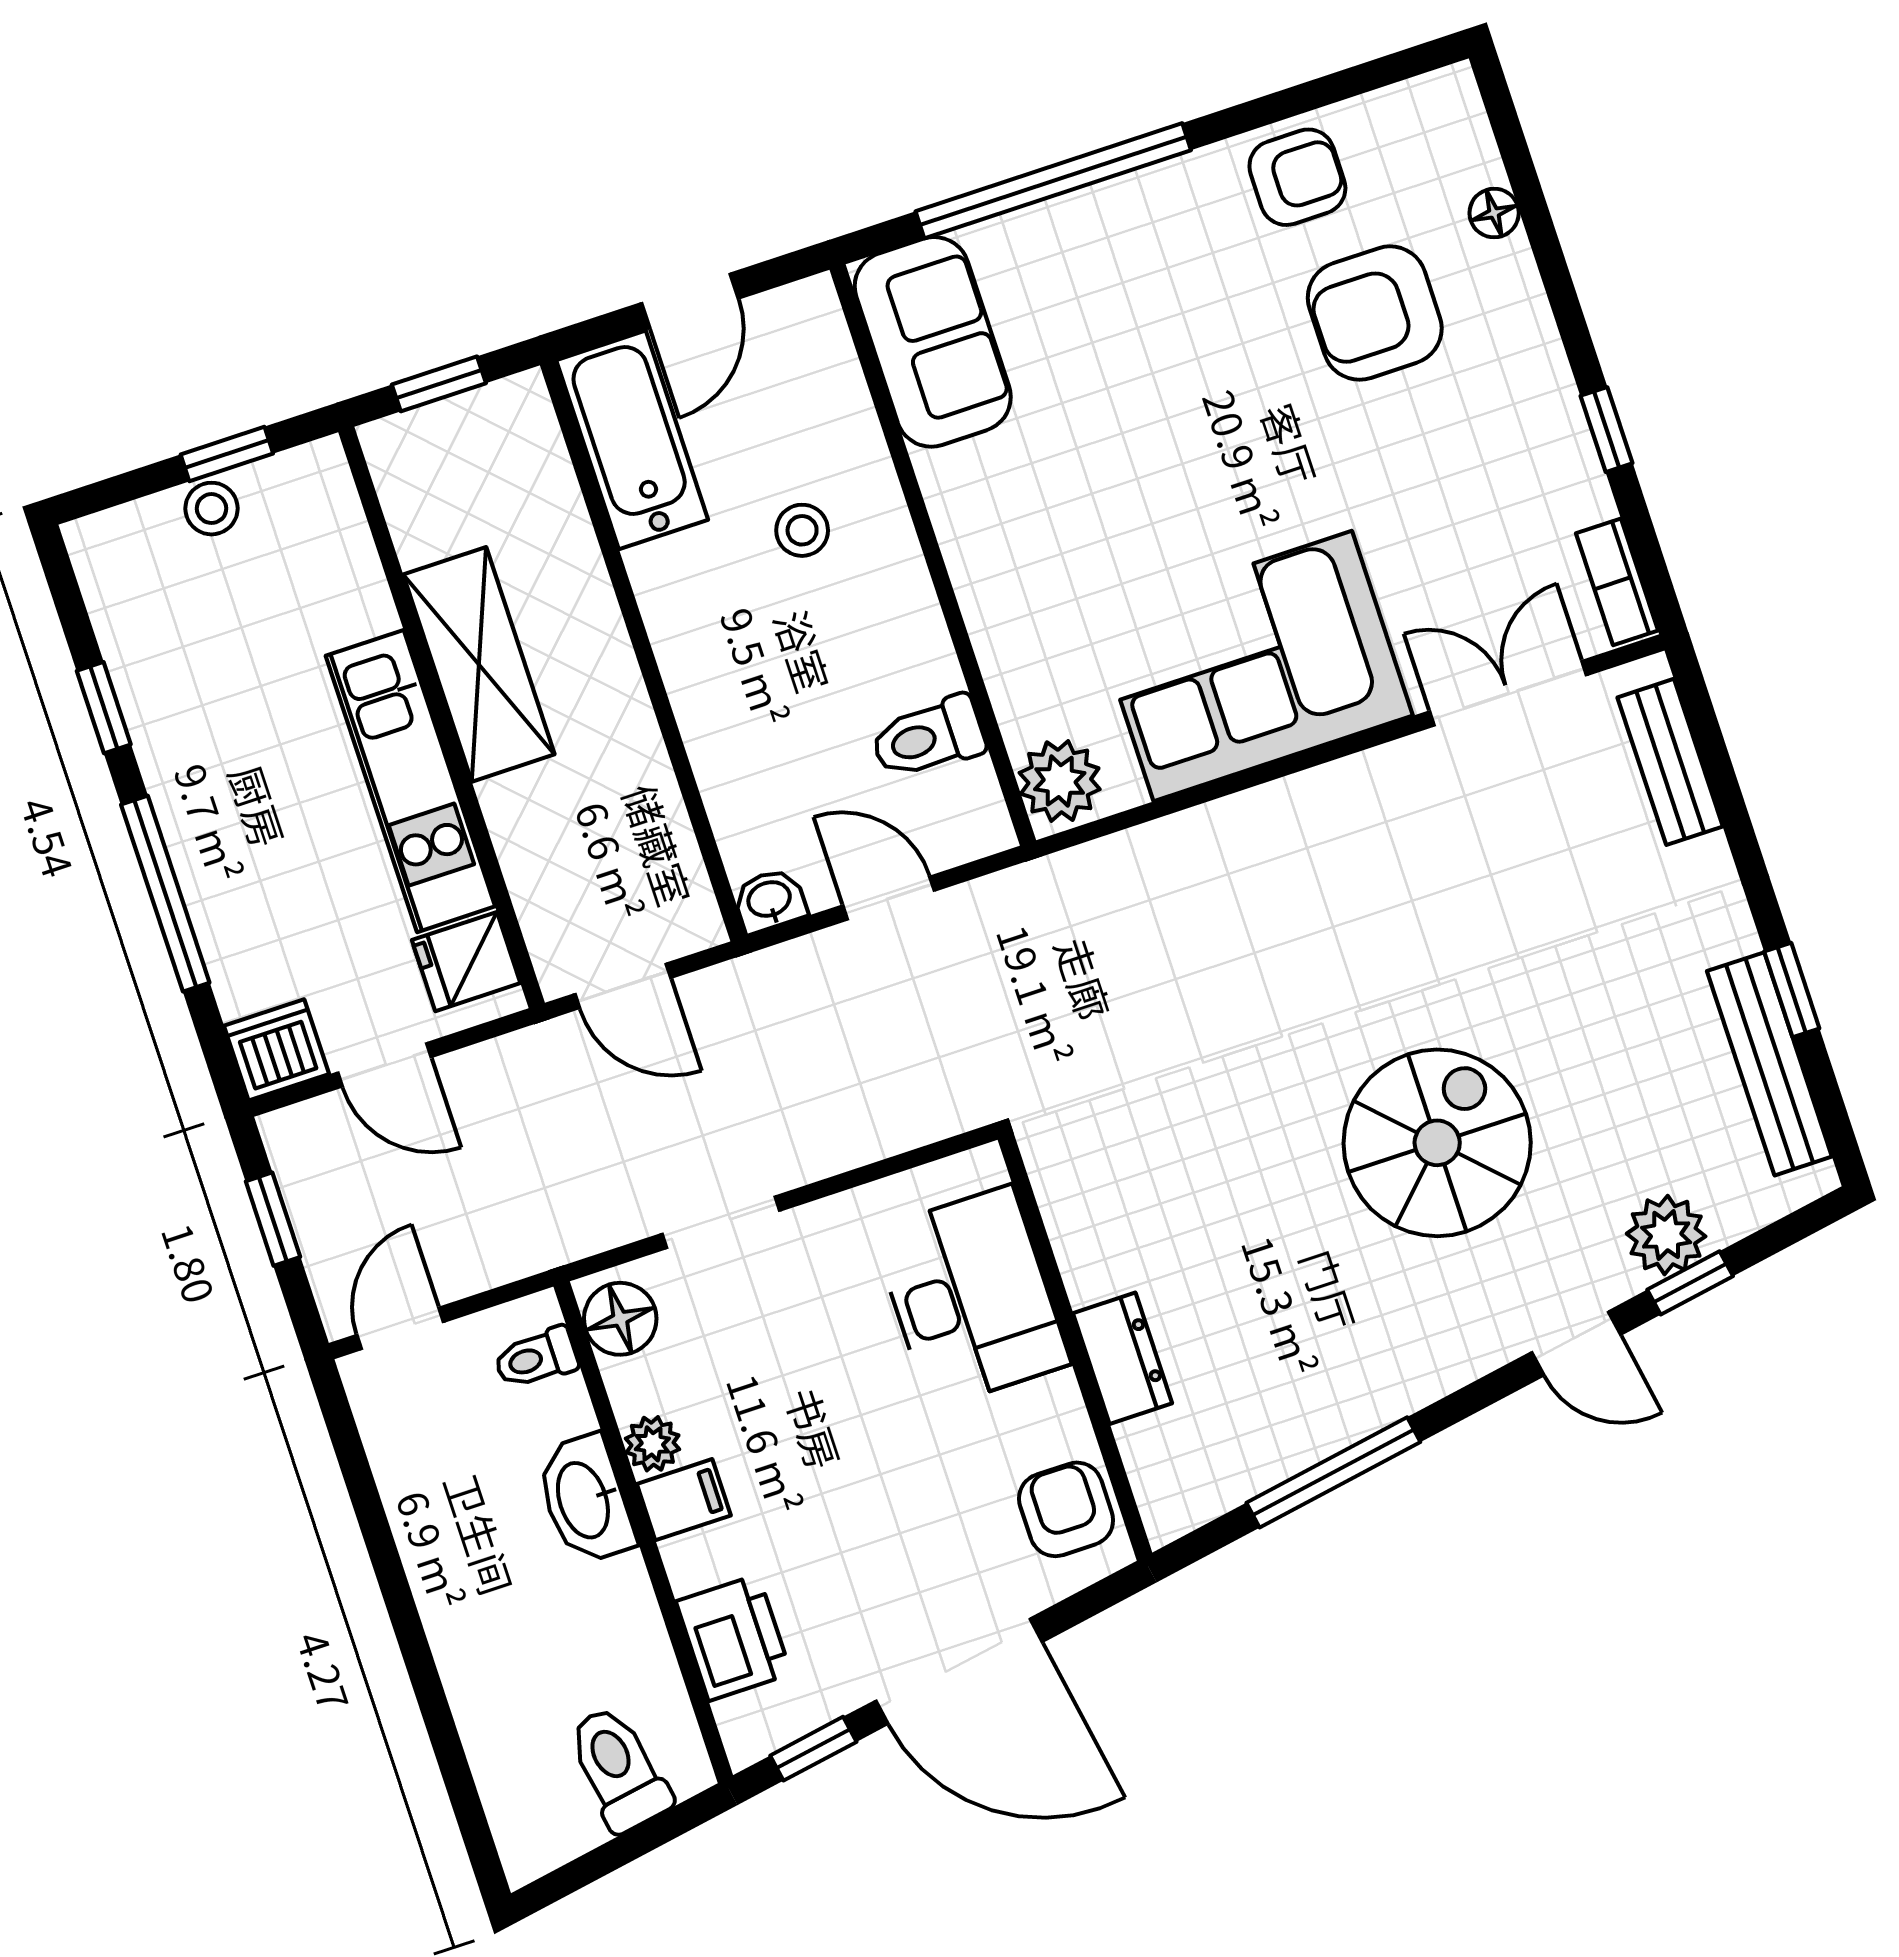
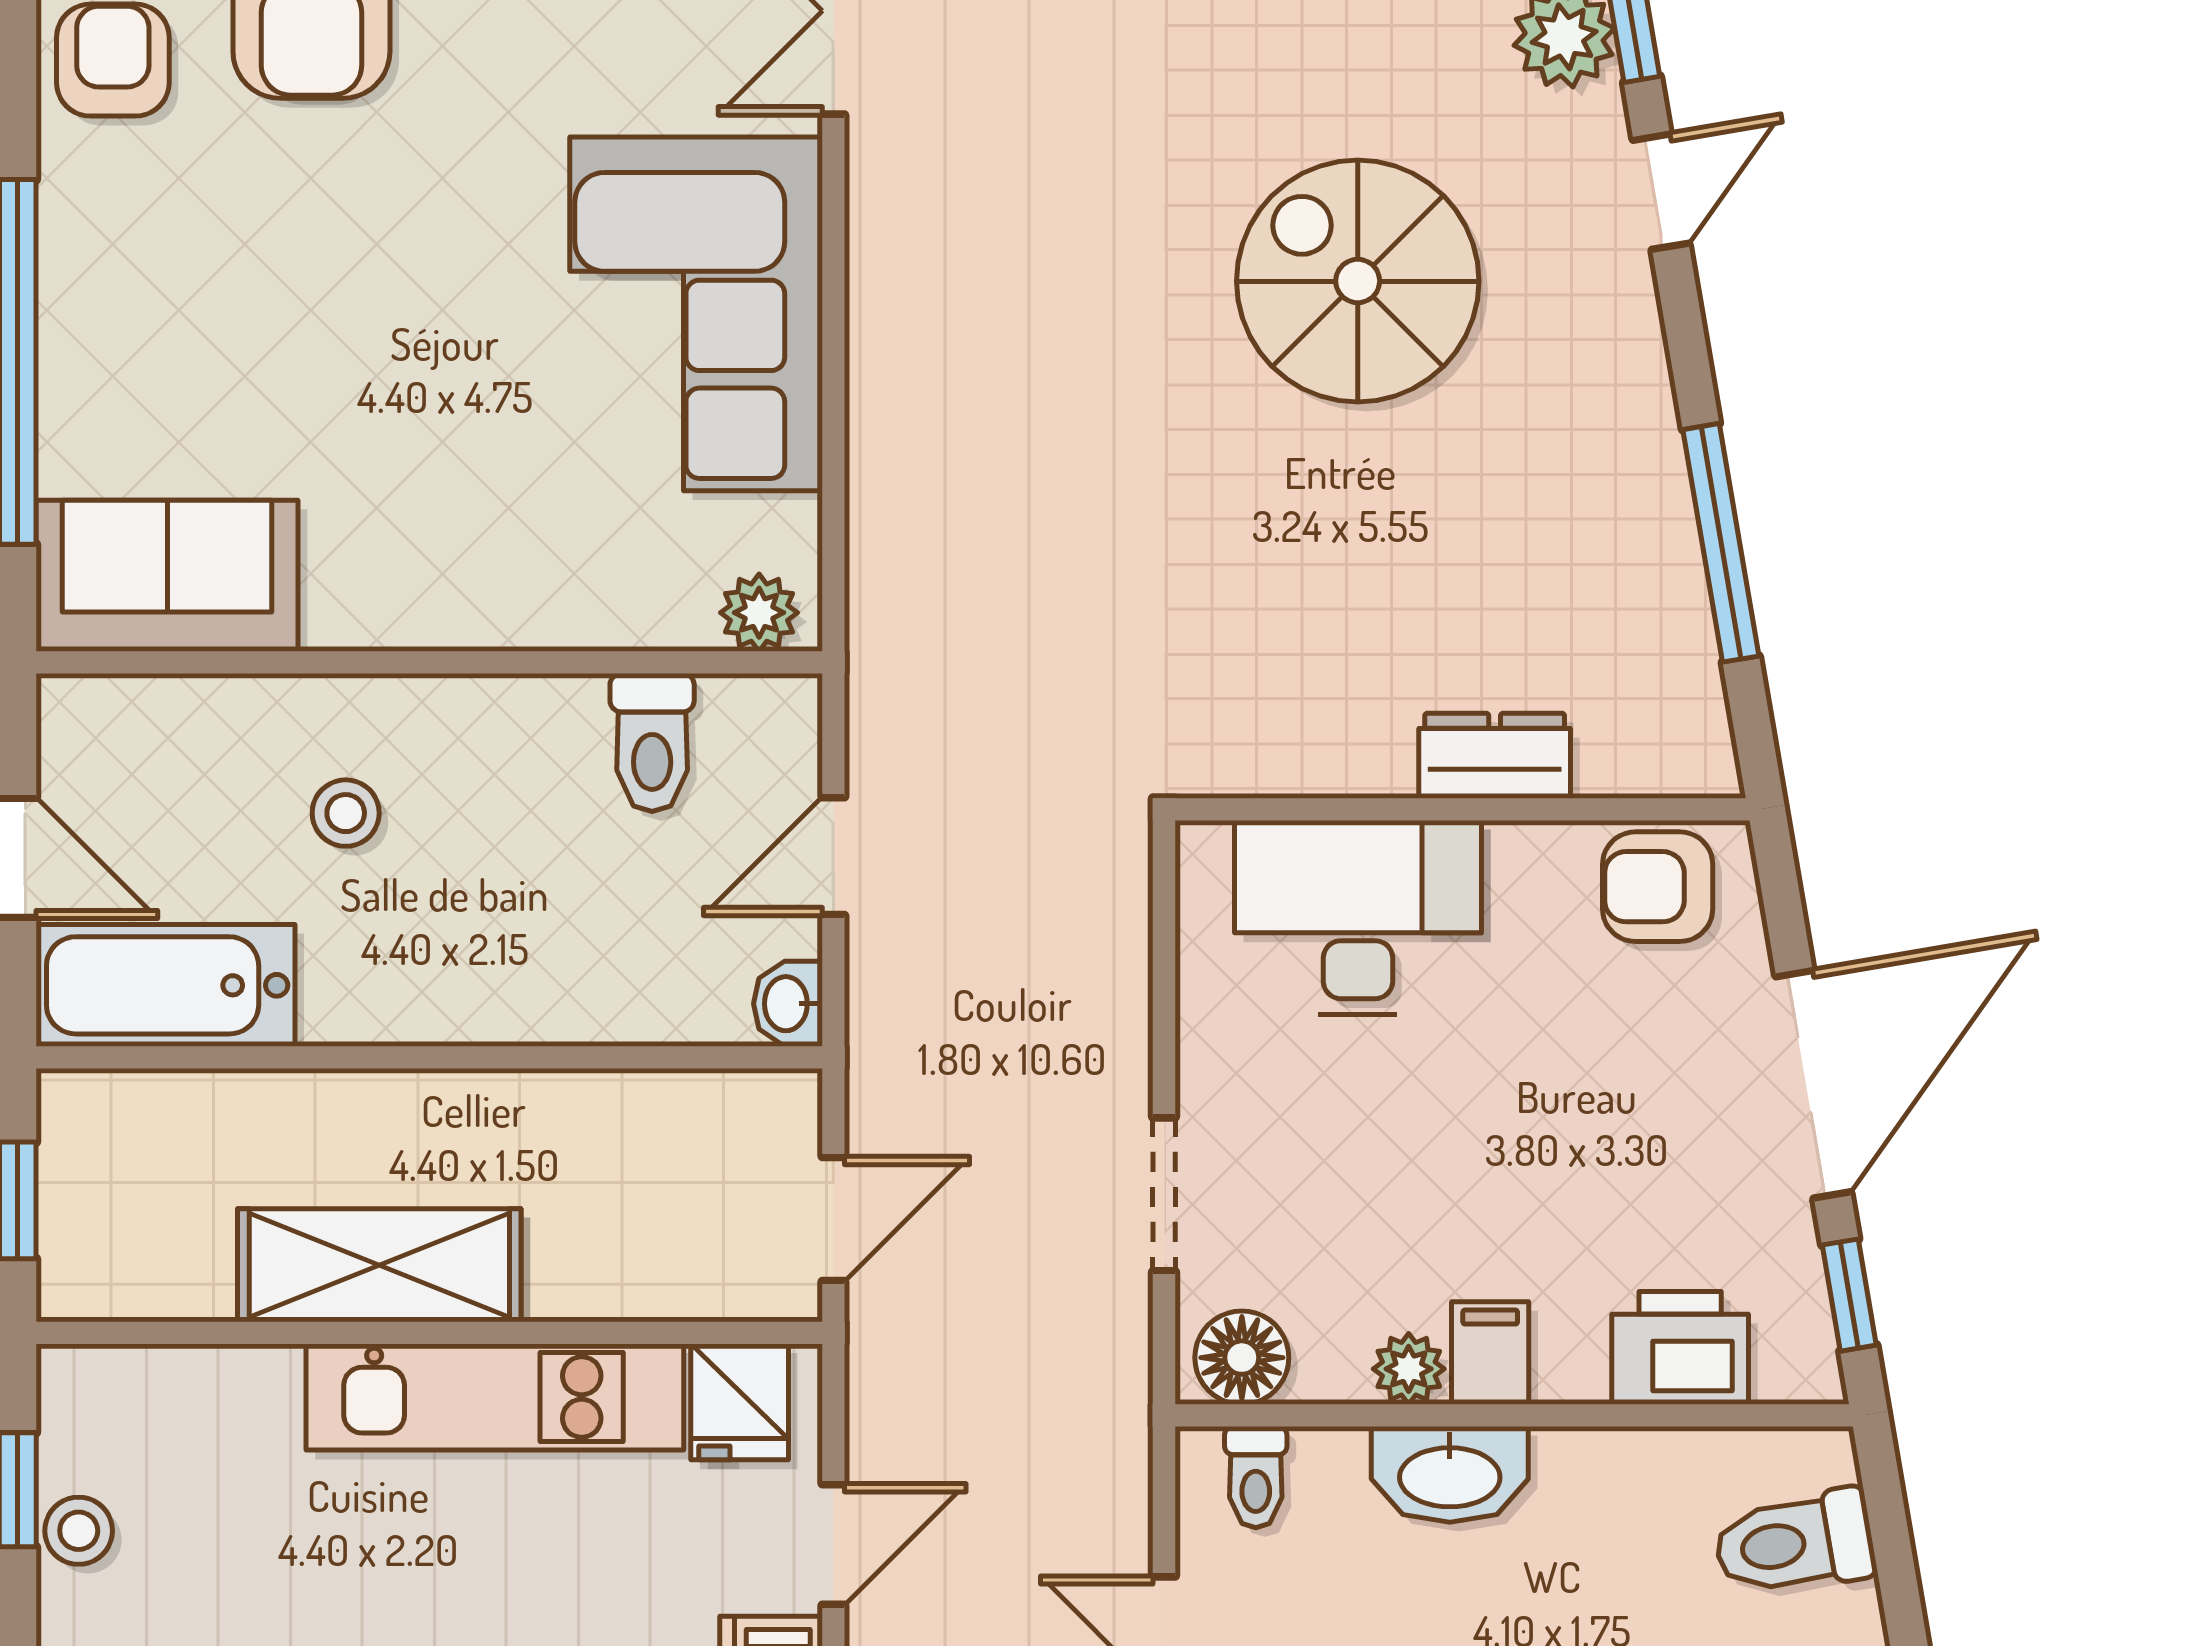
plant: (1060, 781) -> (759, 613), width x0.73, depth x0.73

